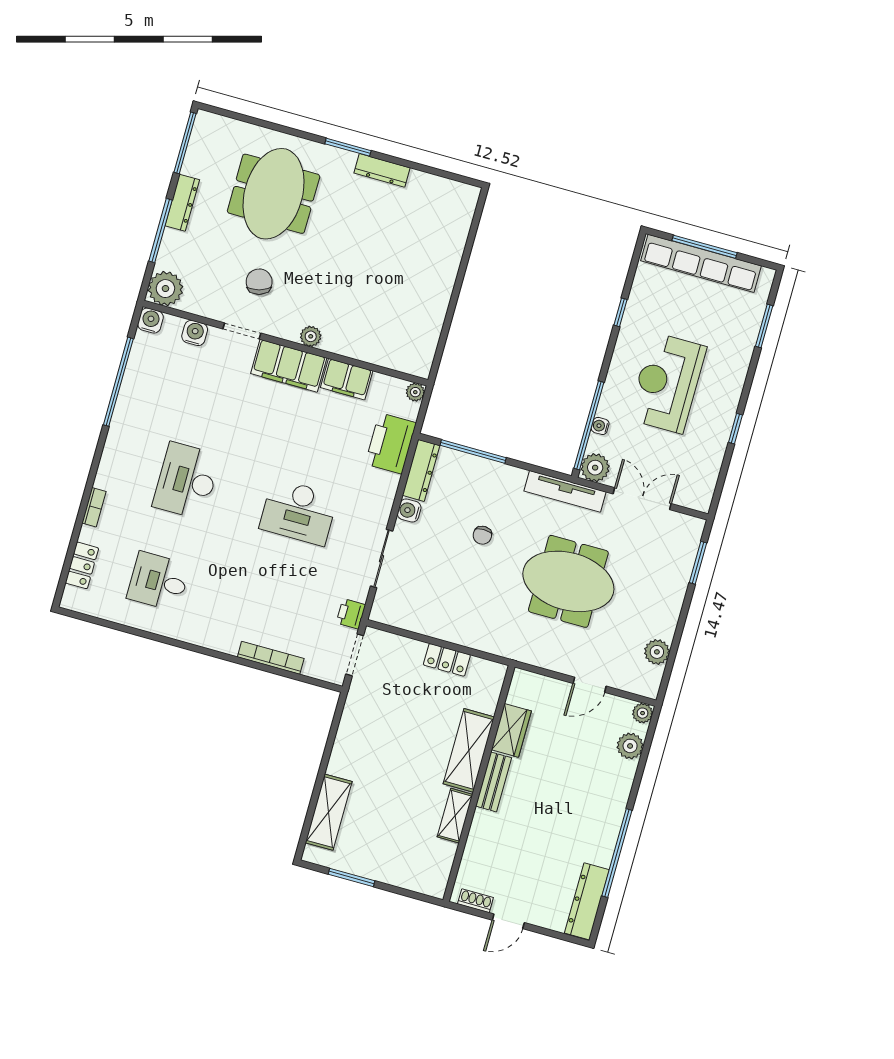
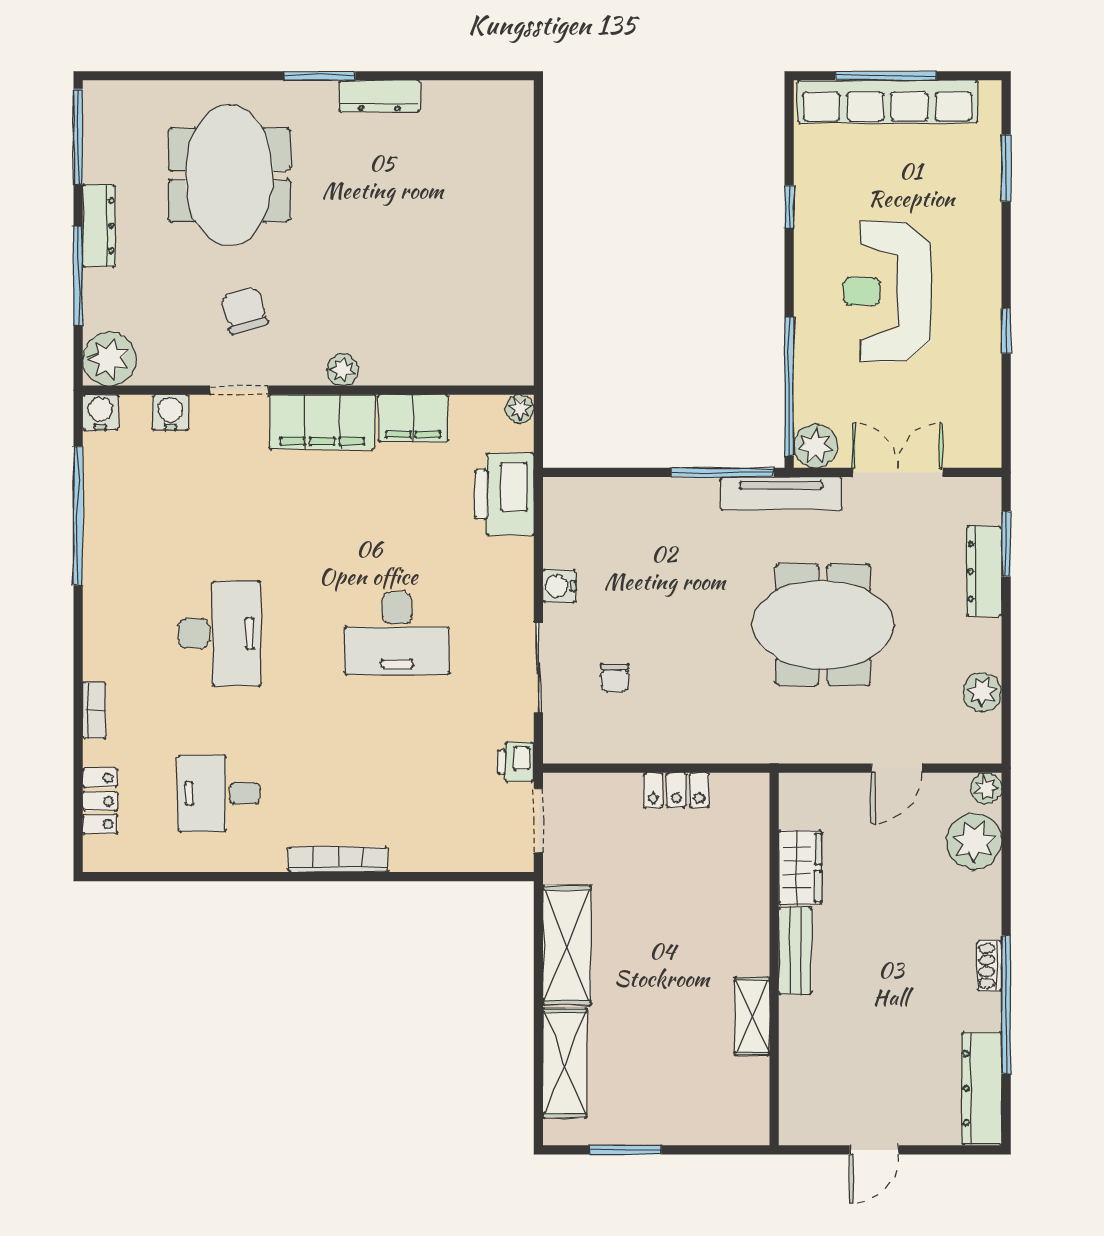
water cooler: (600, 426) -> (806, 383), removed
window: (473, 451) -> (722, 472), moved
dresser: (421, 470) -> (984, 571), moved, turned 180
desk: (187, 481) -> (219, 633), turned 180
chair: (482, 535) -> (615, 678), moved
bookcase: (271, 658) -> (338, 859), moved
plant: (630, 746) -> (974, 842), width x1.36, depth x1.36
shelving: (469, 750) -> (567, 945), moved
shoe rack: (475, 901) -> (989, 966), moved, turned -90

